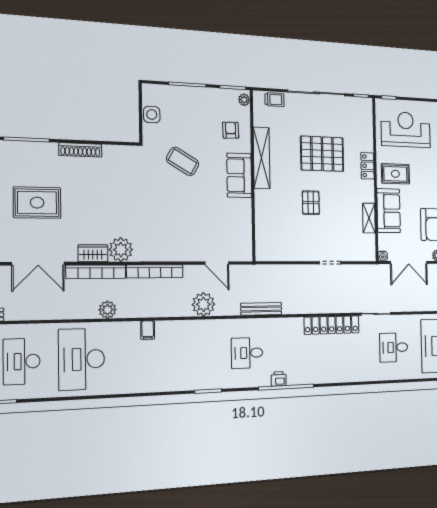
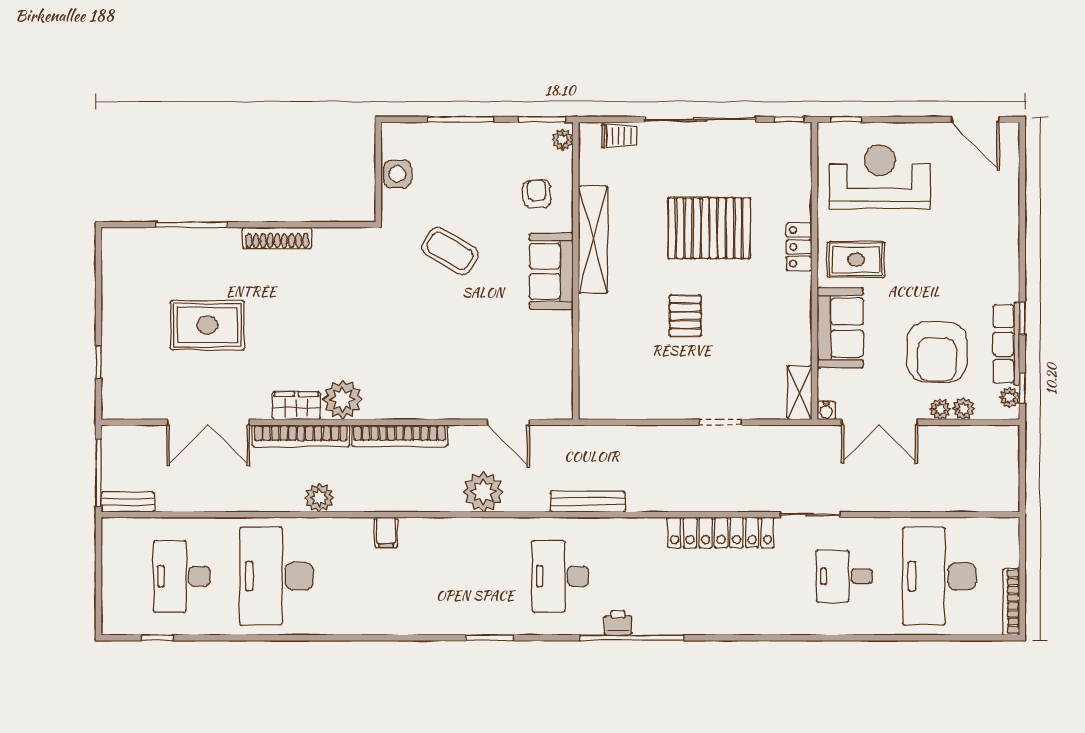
shelving: (369, 218) -> (800, 393), moved
desk: (247, 353) -> (560, 576), width x1.37

